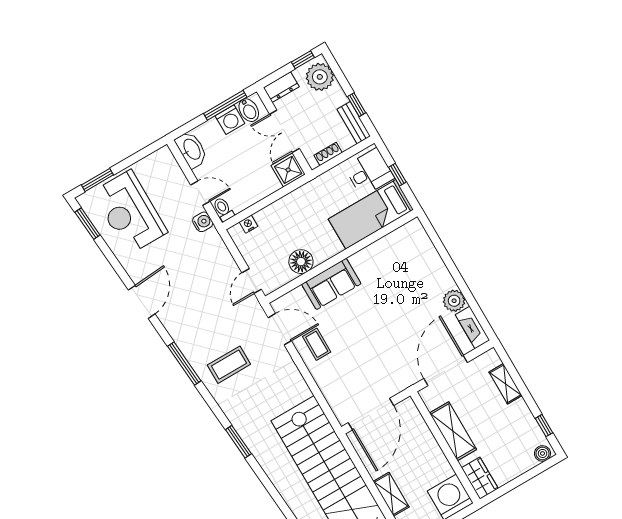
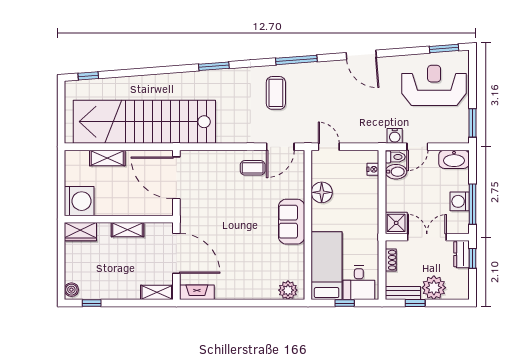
window: (303, 60) -> (472, 258), moved
plant: (320, 77) -> (434, 288), moved
bidet: (249, 110) -> (396, 172), moved, turned 180
window: (97, 180) -> (472, 123), moved
sofa: (331, 284) -> (292, 222), moved
plant: (454, 301) -> (288, 290), moved
shelving: (506, 384) -> (157, 292), moved
shelving: (453, 431) -> (128, 230), width x0.67, depth x0.75

